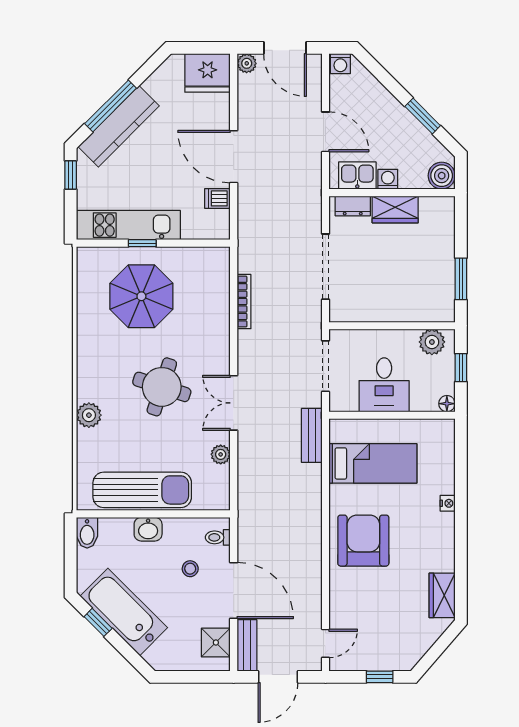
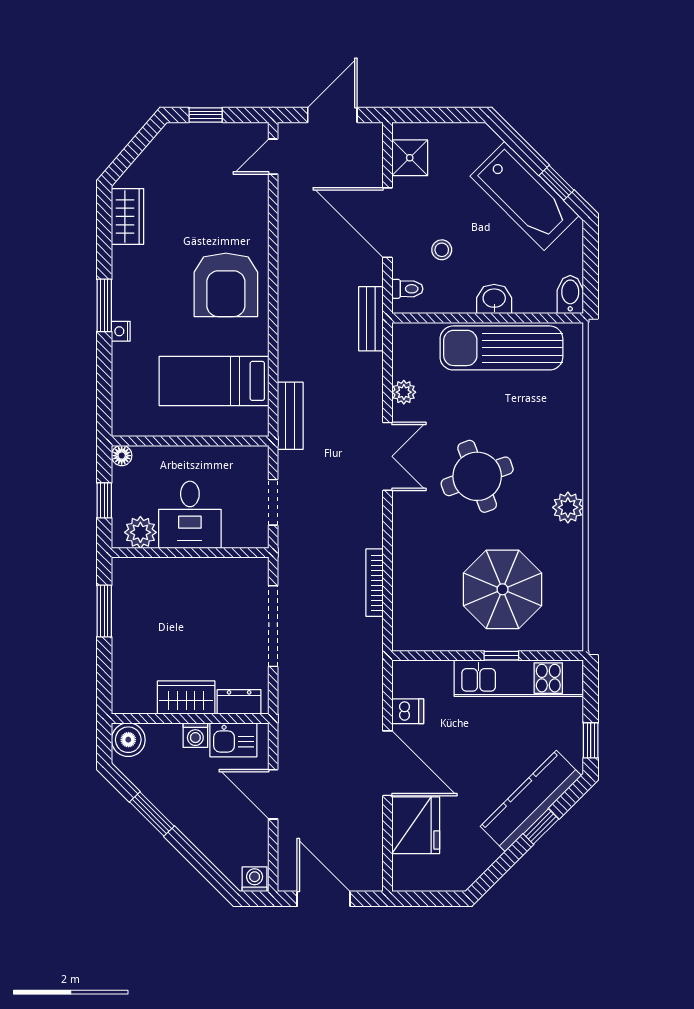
plant: (247, 63) -> (371, 880), removed
fridge: (208, 73) -> (416, 825), moved, turned 90
window: (111, 106) -> (541, 827), width x0.46
doorway: (325, 366) -> (273, 502), width x0.73
desk: (384, 385) -> (190, 515), moved, turned 180
round table: (162, 387) -> (477, 476), turned -38
plant: (89, 415) -> (568, 507), moved
window: (461, 524) -> (104, 305), added
bench: (247, 645) -> (371, 319), moved

